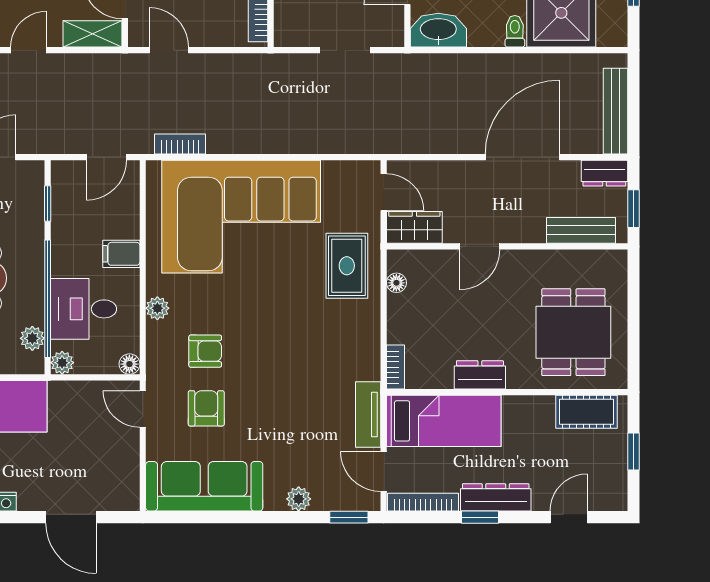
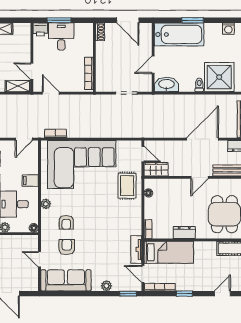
door: (479, 246) -> (200, 177), moved
armchair: (205, 351) -> (66, 222), turned 90
door: (143, 409) -> (39, 259), moved
dresser: (496, 497) -> (191, 285), removed

